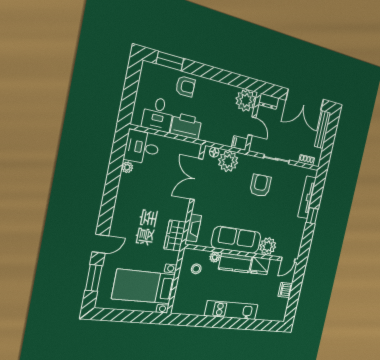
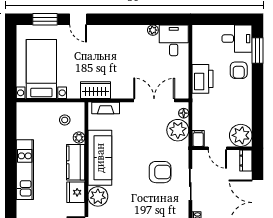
desk: (158, 114) -> (237, 39), moved, turned 180
door: (252, 126) -> (217, 148), hinge flipped

